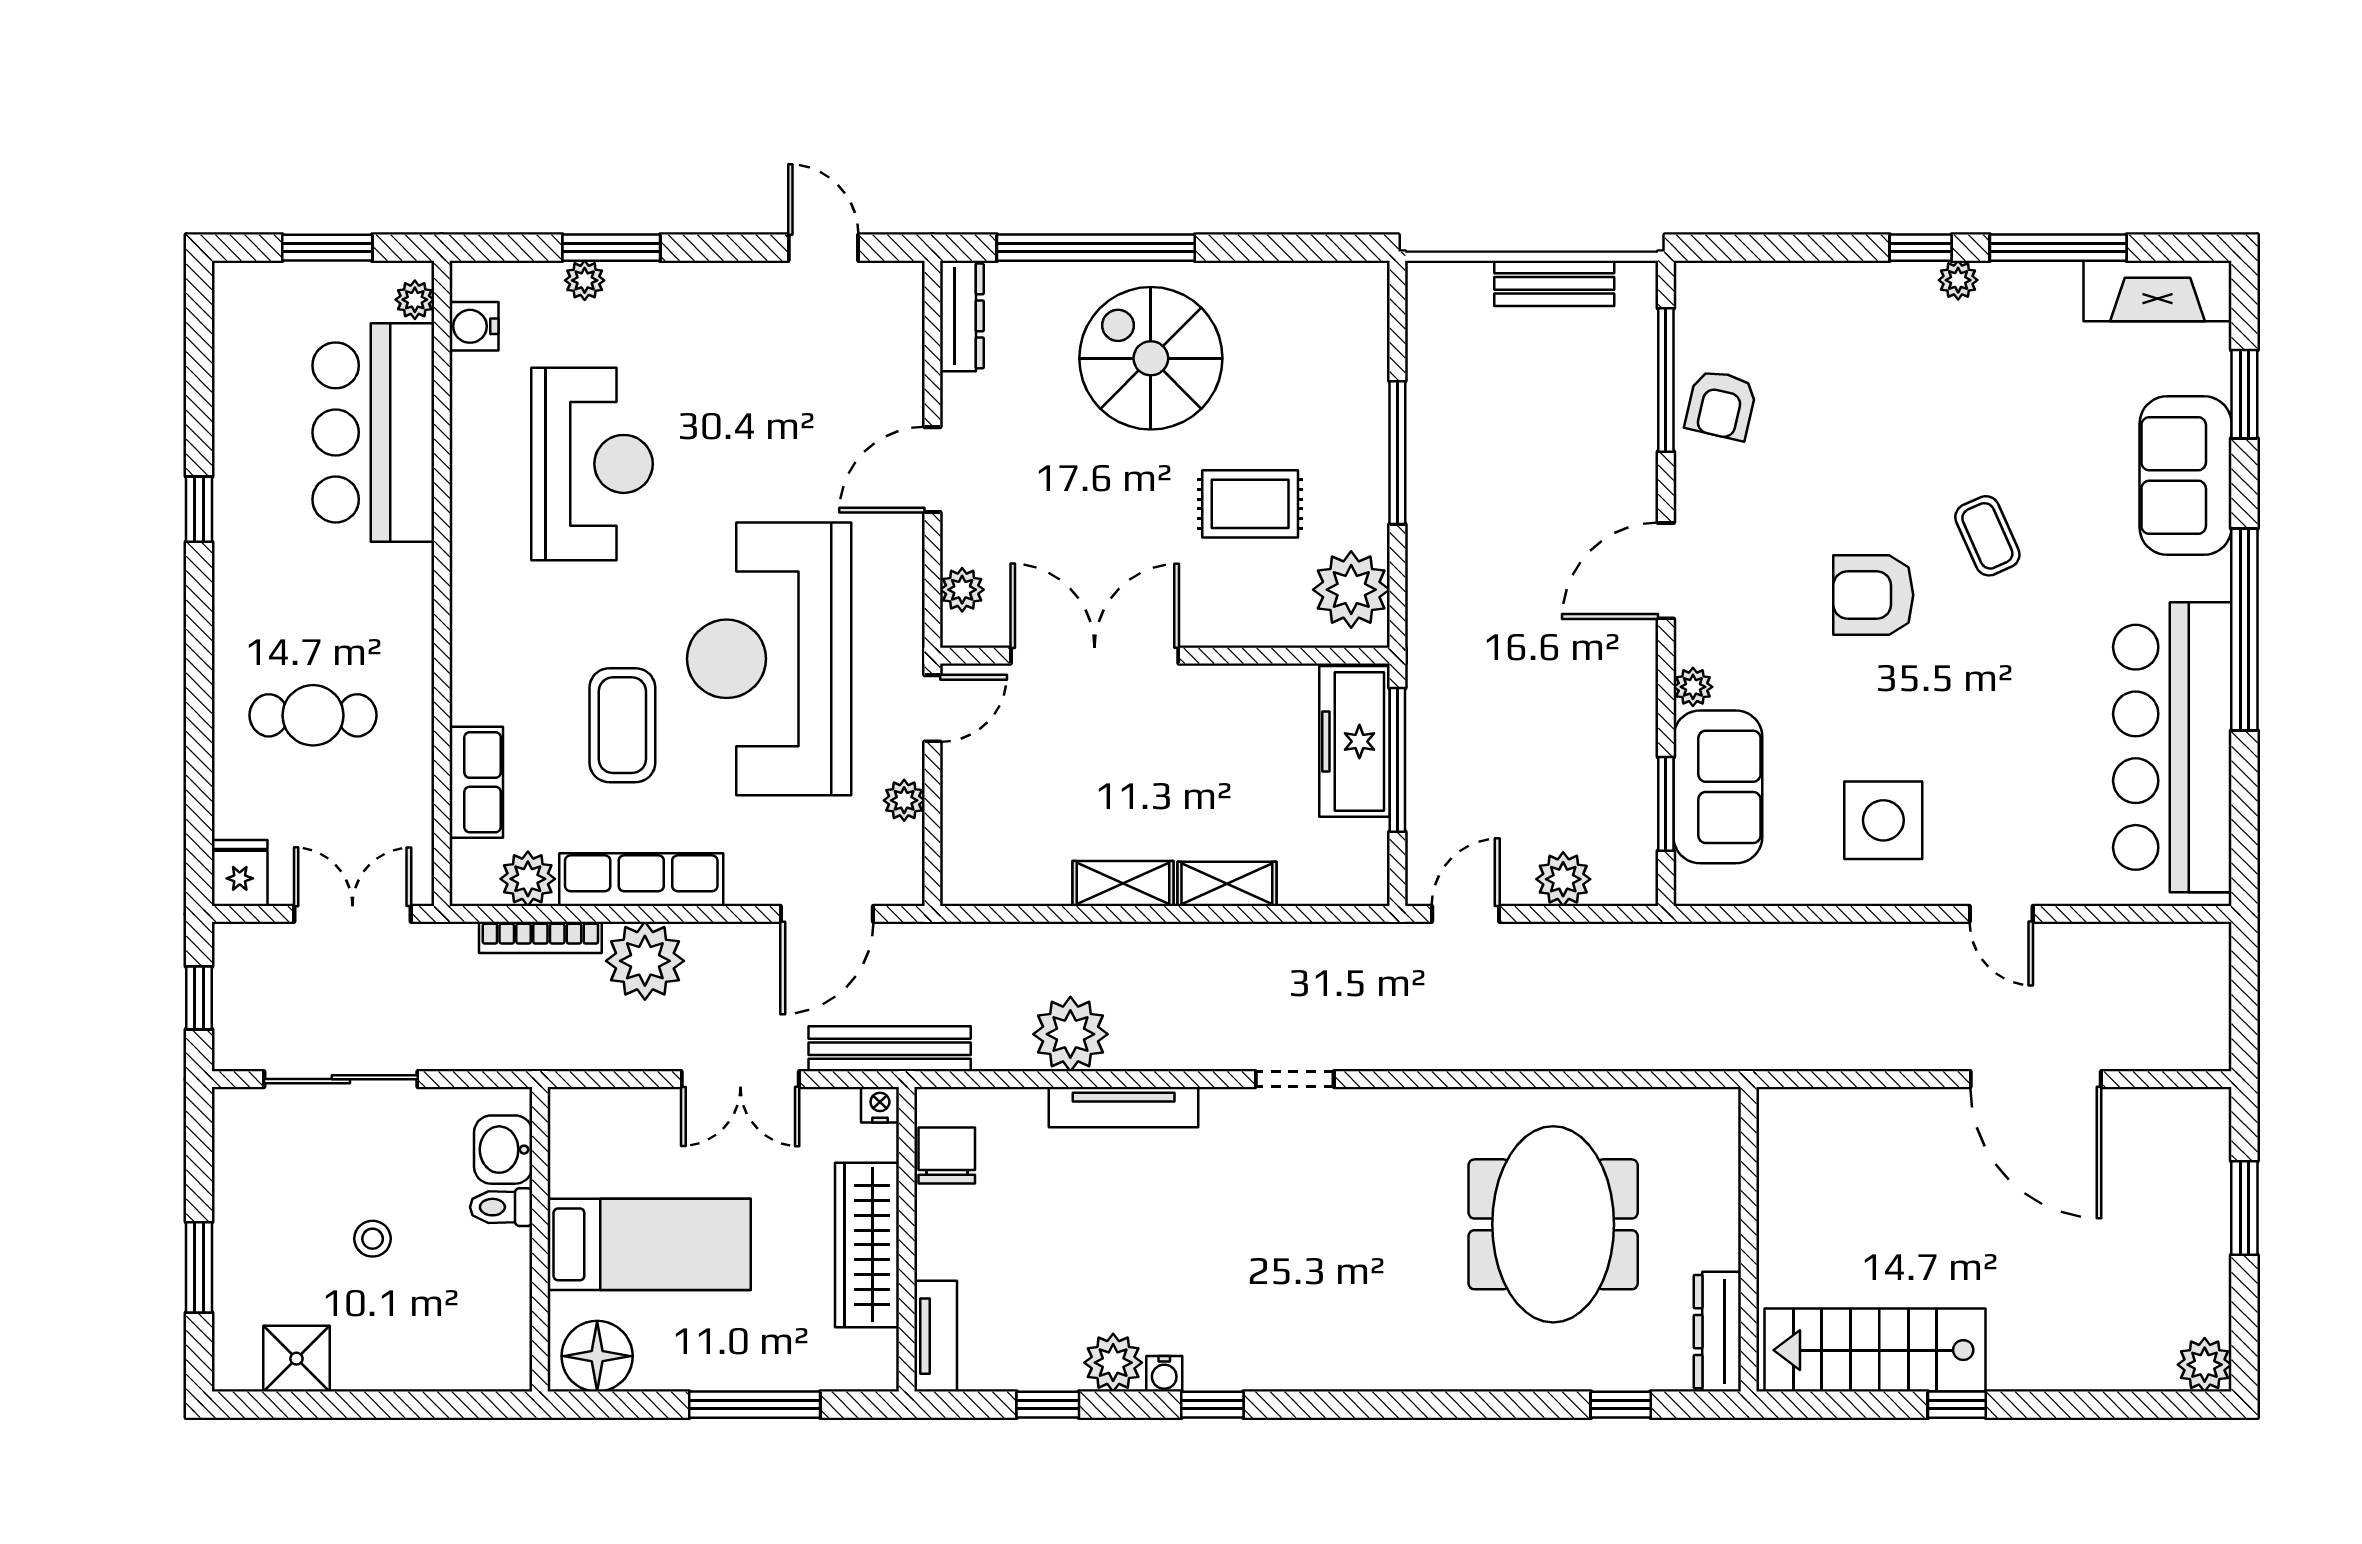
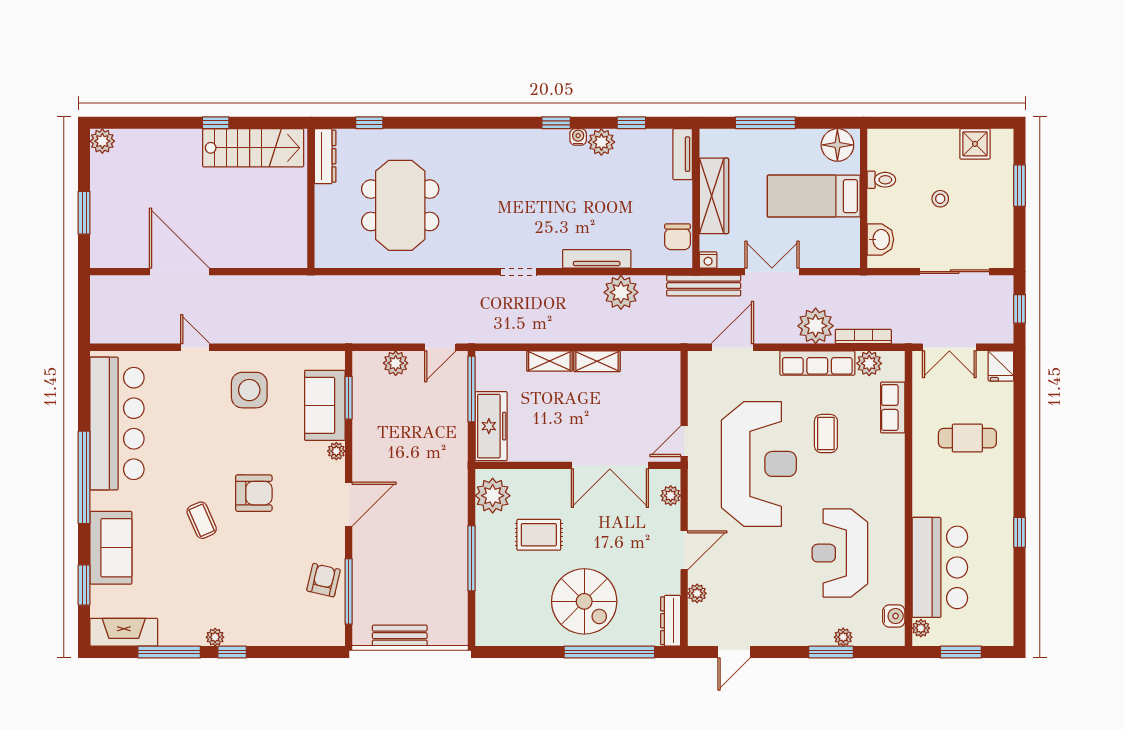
door: (823, 248) -> (734, 652), hinge flipped
coffee table: (622, 725) -> (826, 434), width x0.73, depth x0.77
window: (1397, 760) -> (471, 389), moved
plant: (904, 800) -> (697, 593), moved
toilet: (501, 1207) -> (881, 180), moved

